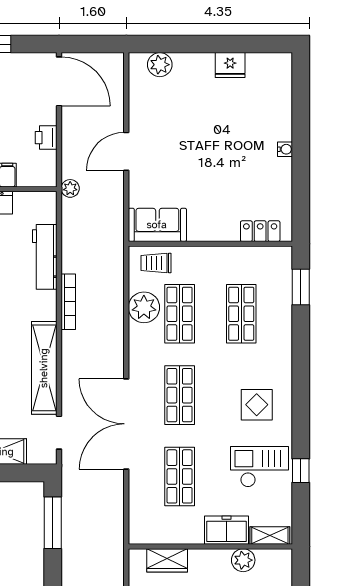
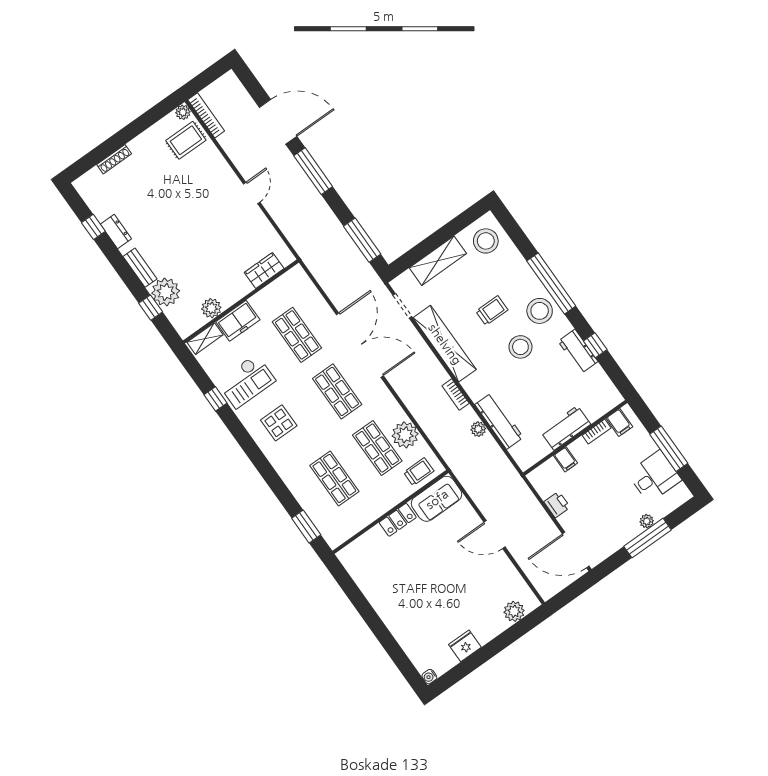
water cooler: (285, 149) -> (429, 677), moved
door: (126, 151) -> (494, 535), swing flipped
plant: (70, 188) -> (478, 429), moved
locker: (260, 231) -> (398, 520), moved
bookcase: (68, 302) -> (456, 394), width x0.64

